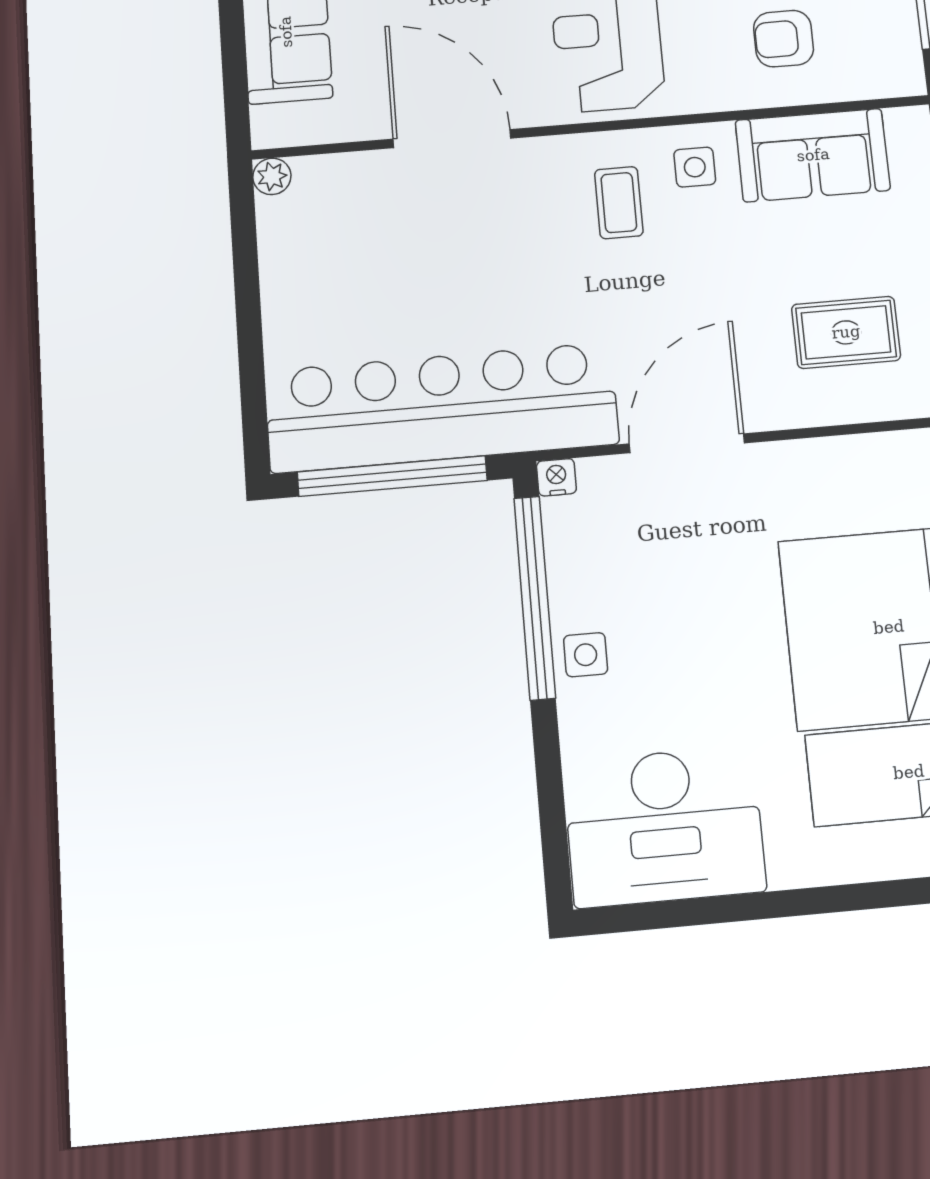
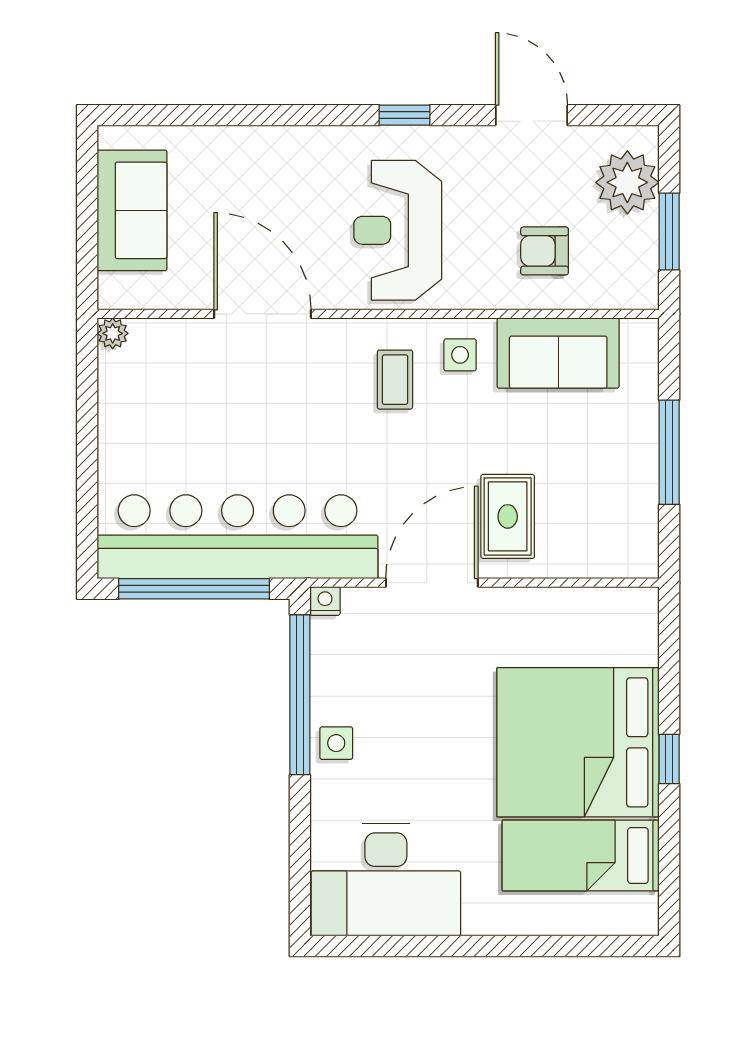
rug: (846, 332) -> (508, 516), moved, turned 90

